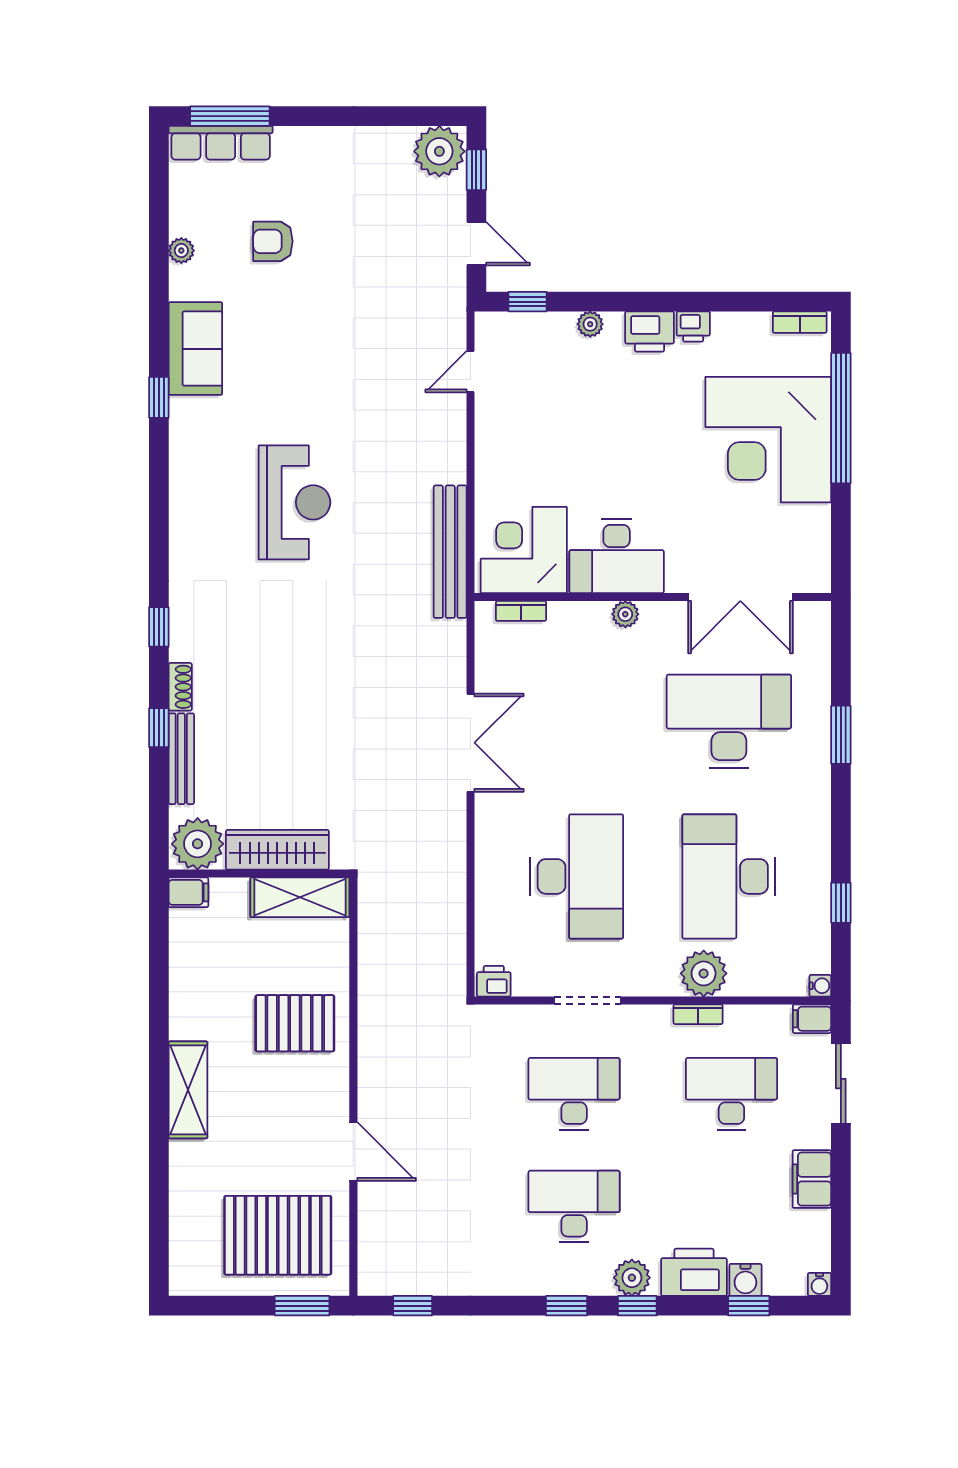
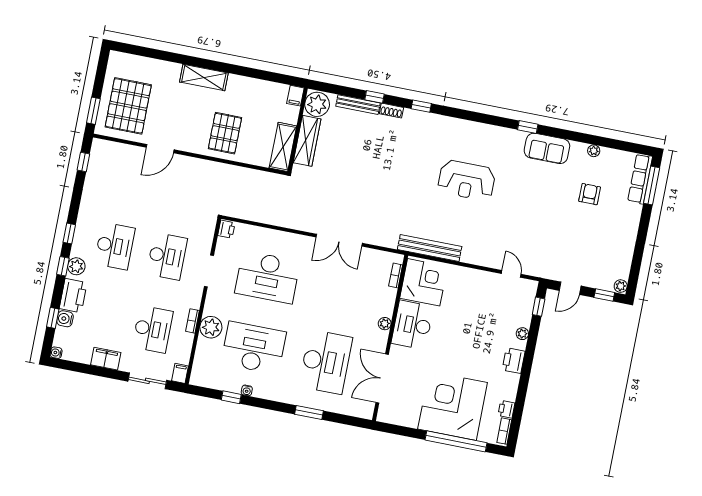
plant: (439, 151) -> (621, 286), width x0.53, depth x0.53
printer: (693, 326) -> (506, 409), moved
water cooler: (820, 986) -> (247, 390), moved

